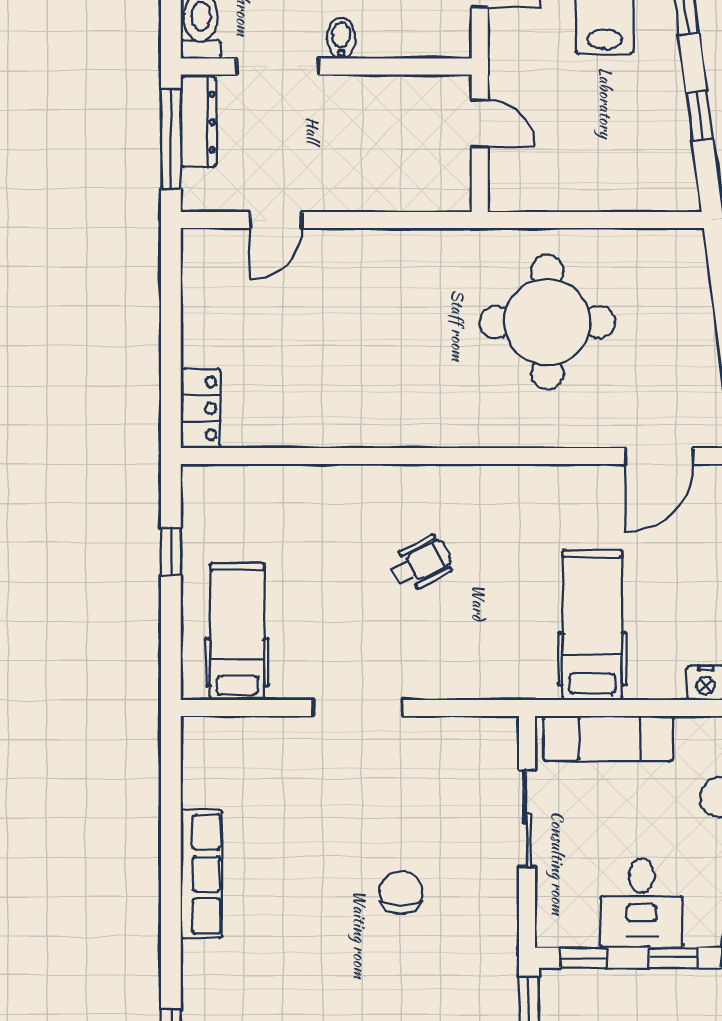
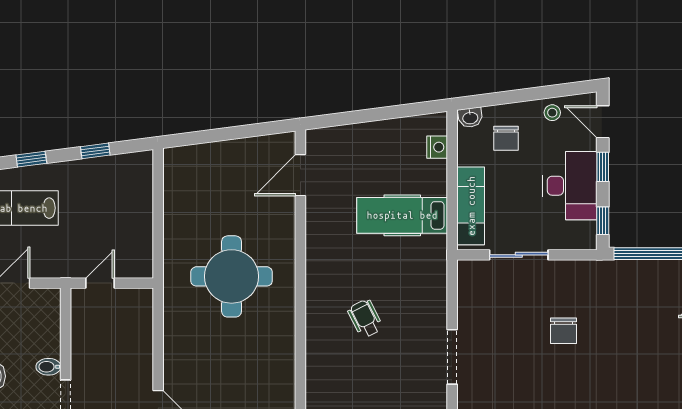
round table: (547, 322) -> (232, 276), moved
door: (659, 456) -> (300, 175), swing flipped
chair: (401, 893) -> (564, 331), turned -90
desk: (642, 903) -> (570, 186), width x1.37

